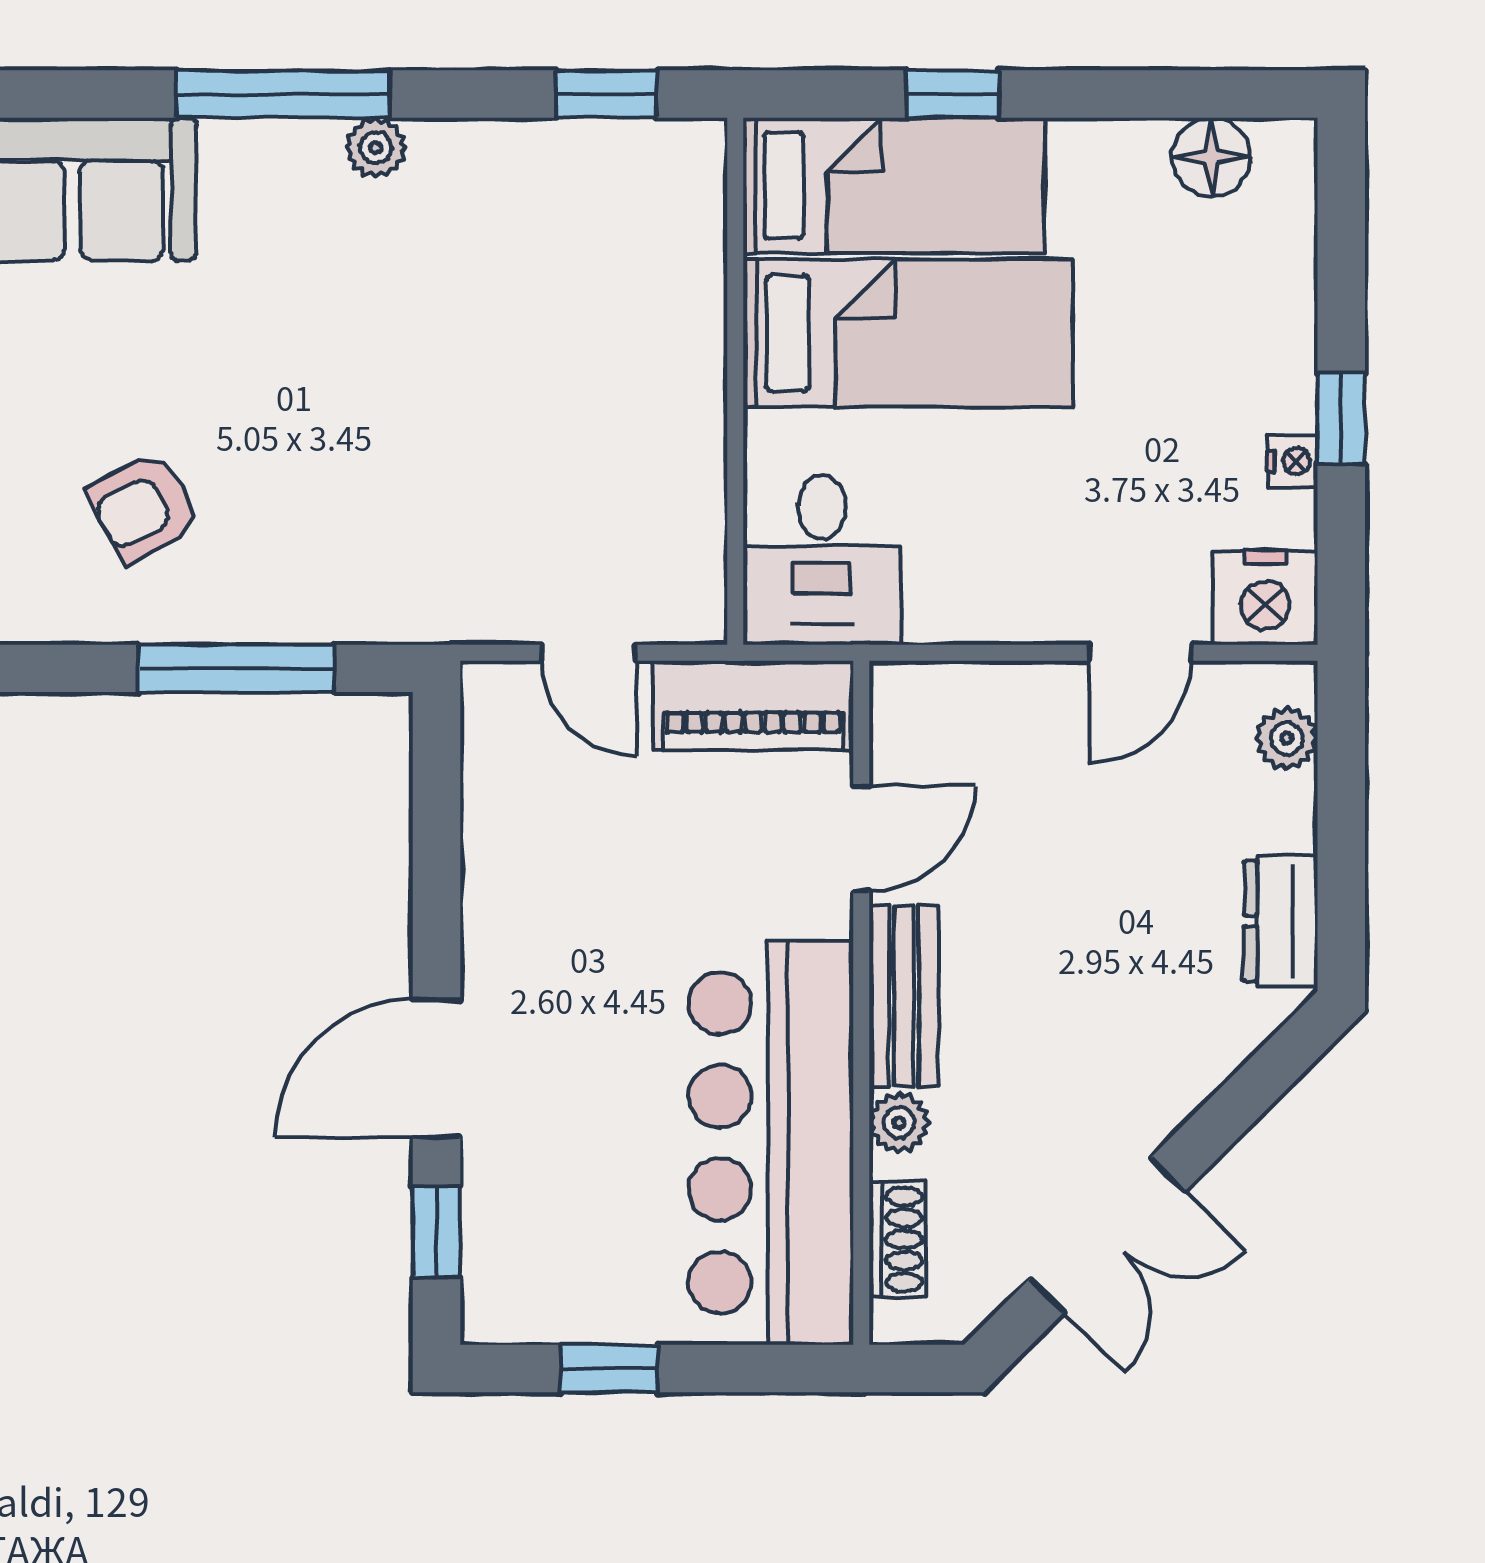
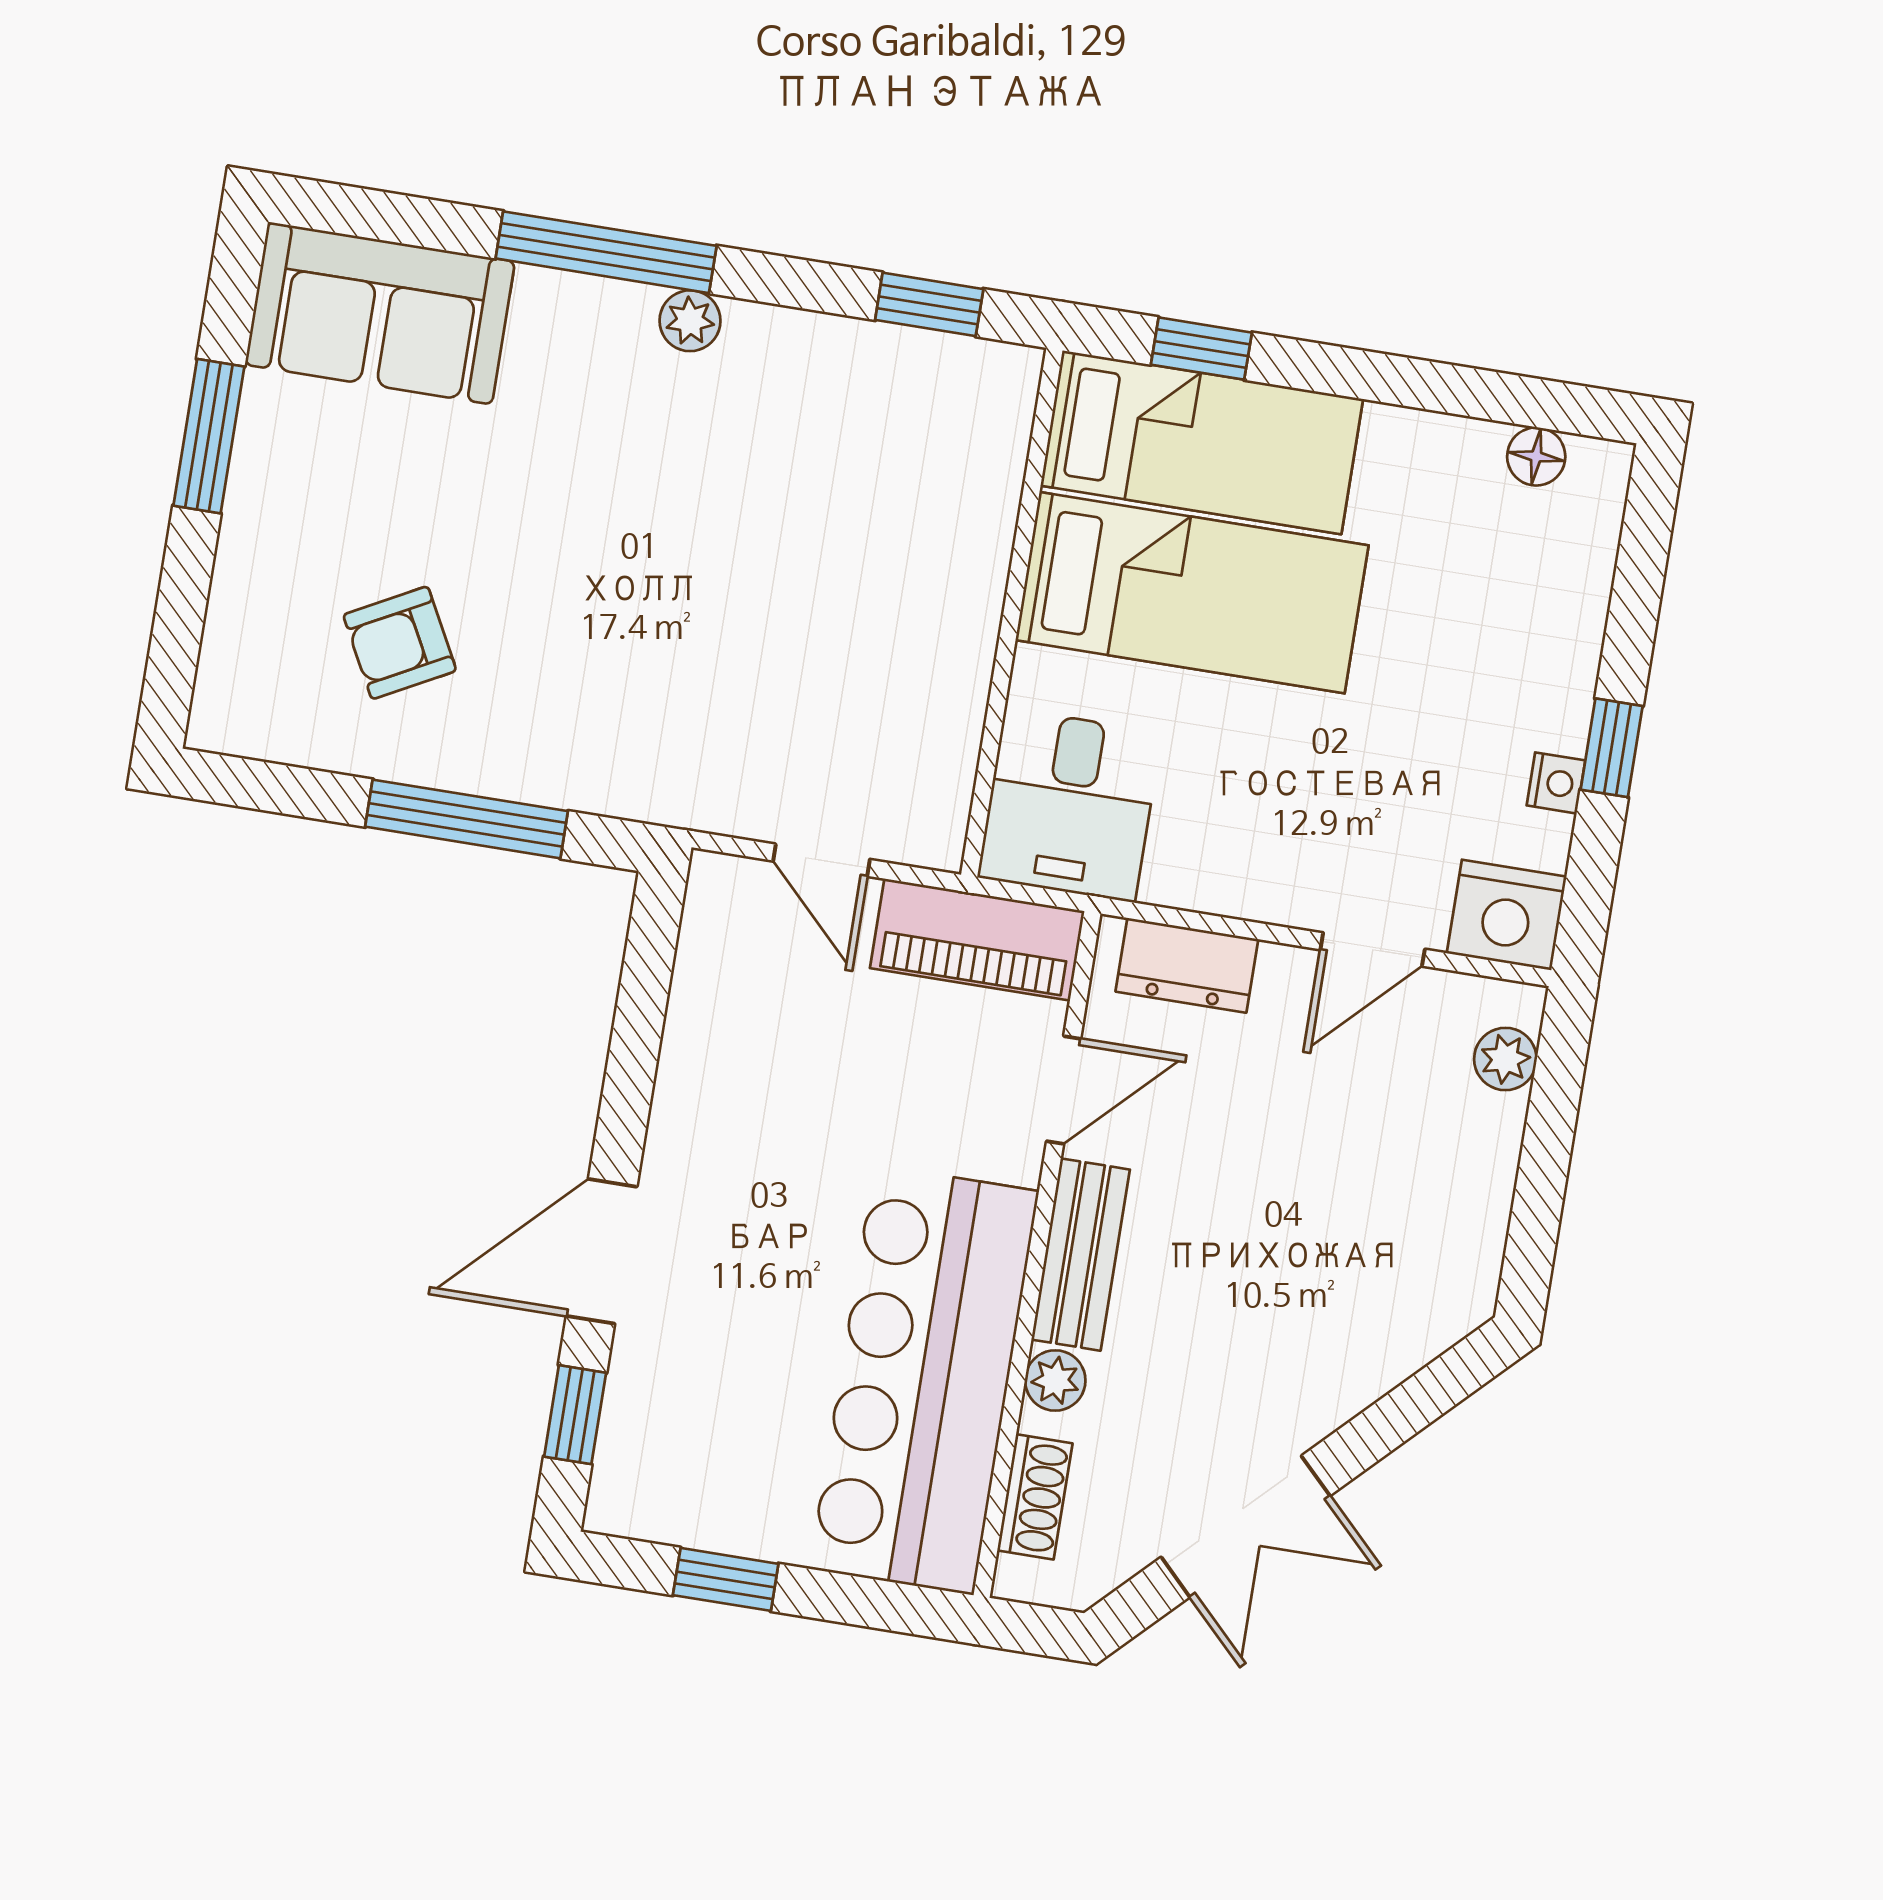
window: (953, 94) -> (1201, 349), moved
floor lamp: (1211, 157) -> (1536, 456), width x0.73, depth x0.73
dresser: (1281, 921) -> (1187, 965), moved, turned -90

